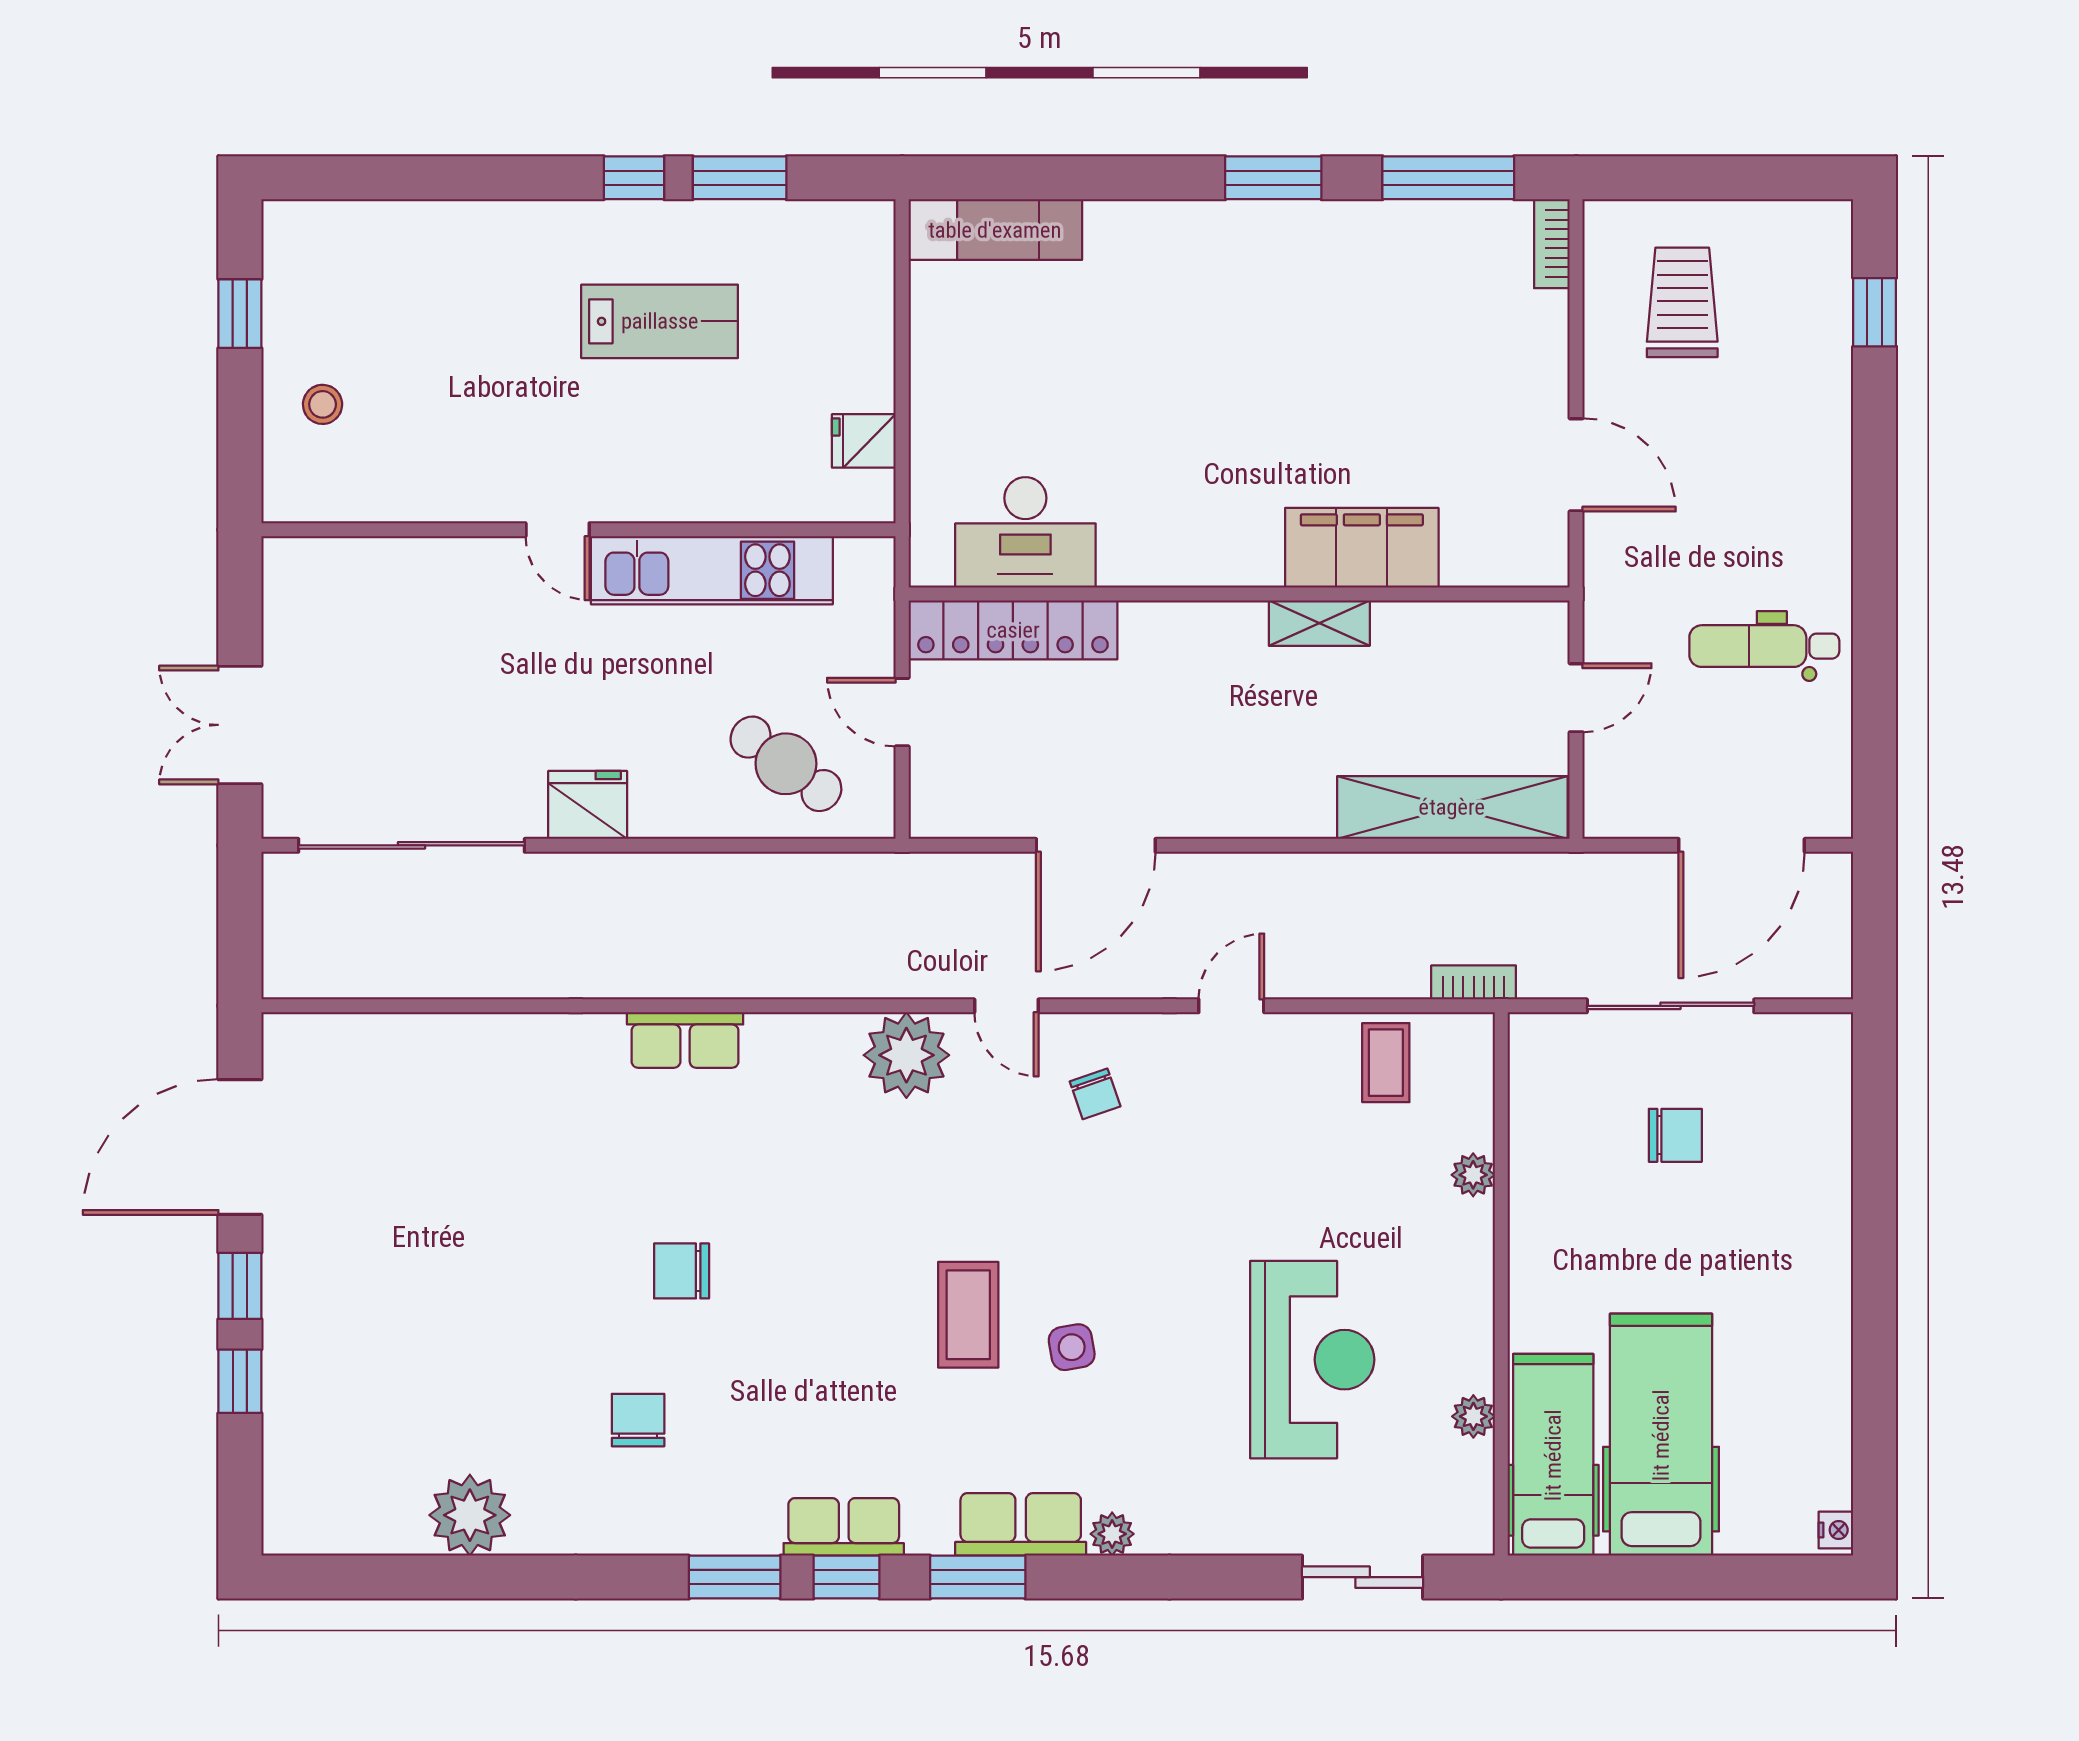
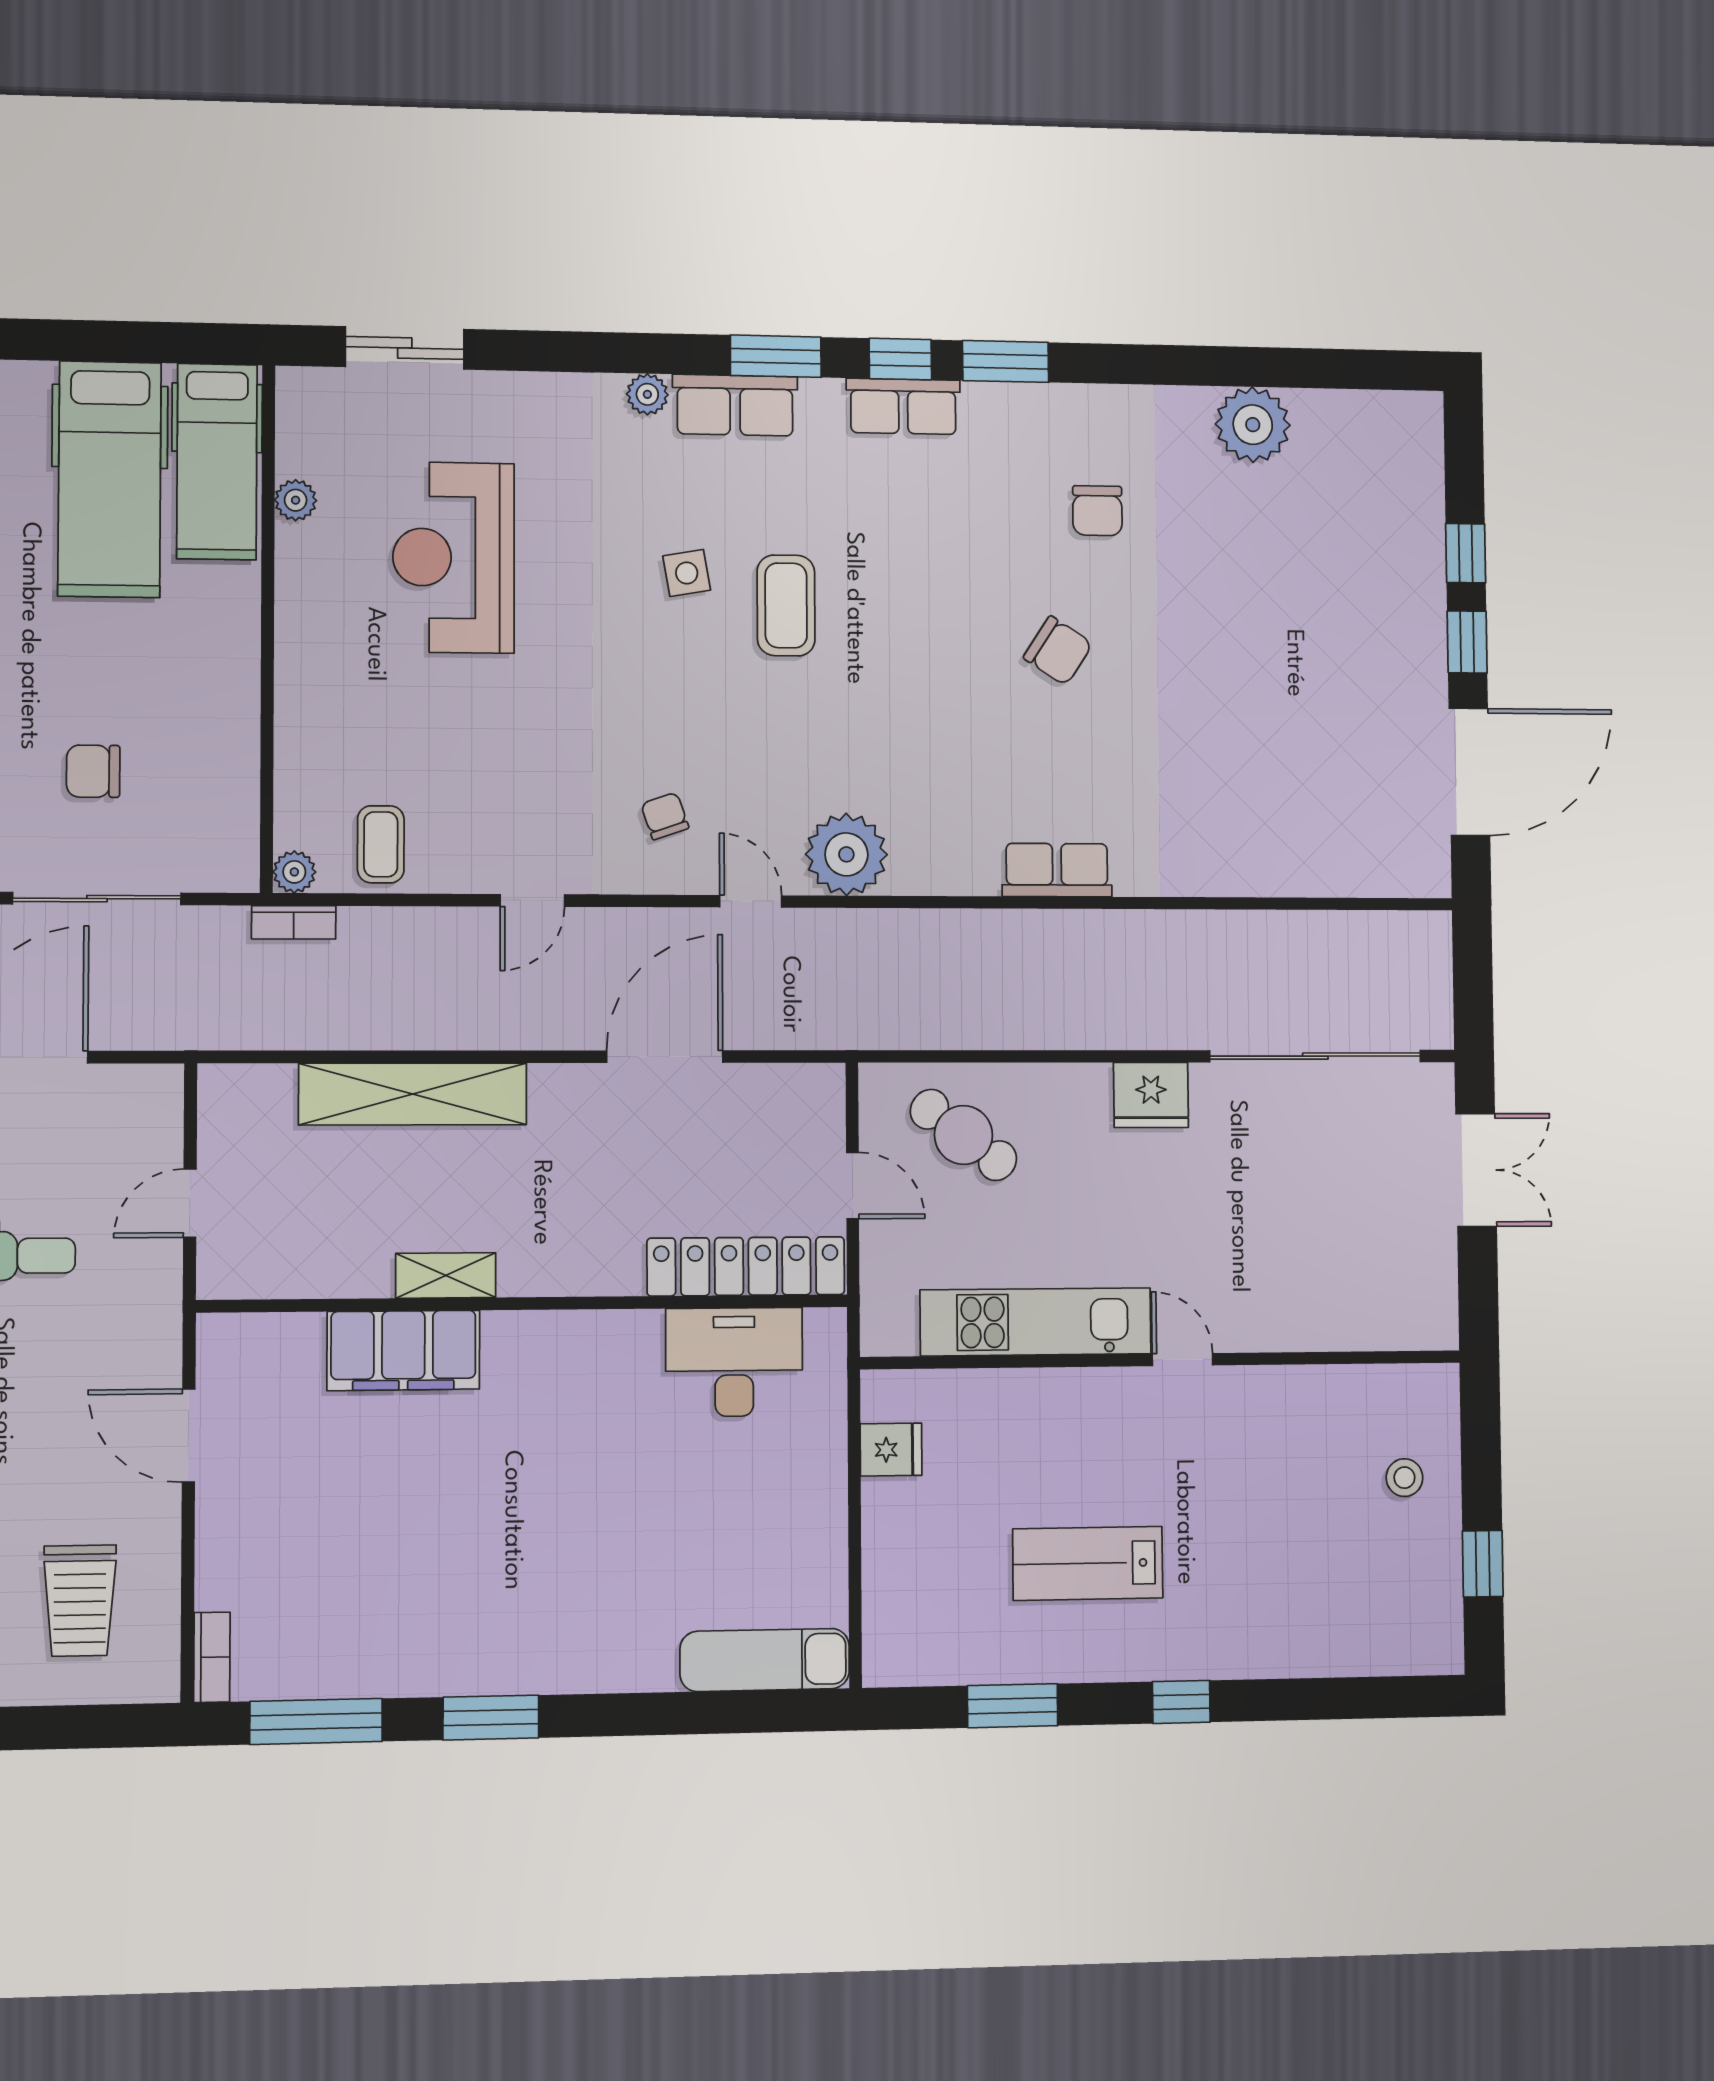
window: (634, 178) -> (1181, 1702), moved
shelving: (1452, 807) -> (413, 1094), moved
plant: (1473, 1175) -> (294, 872), moved
chair: (682, 1271) -> (1058, 651), turned 33

